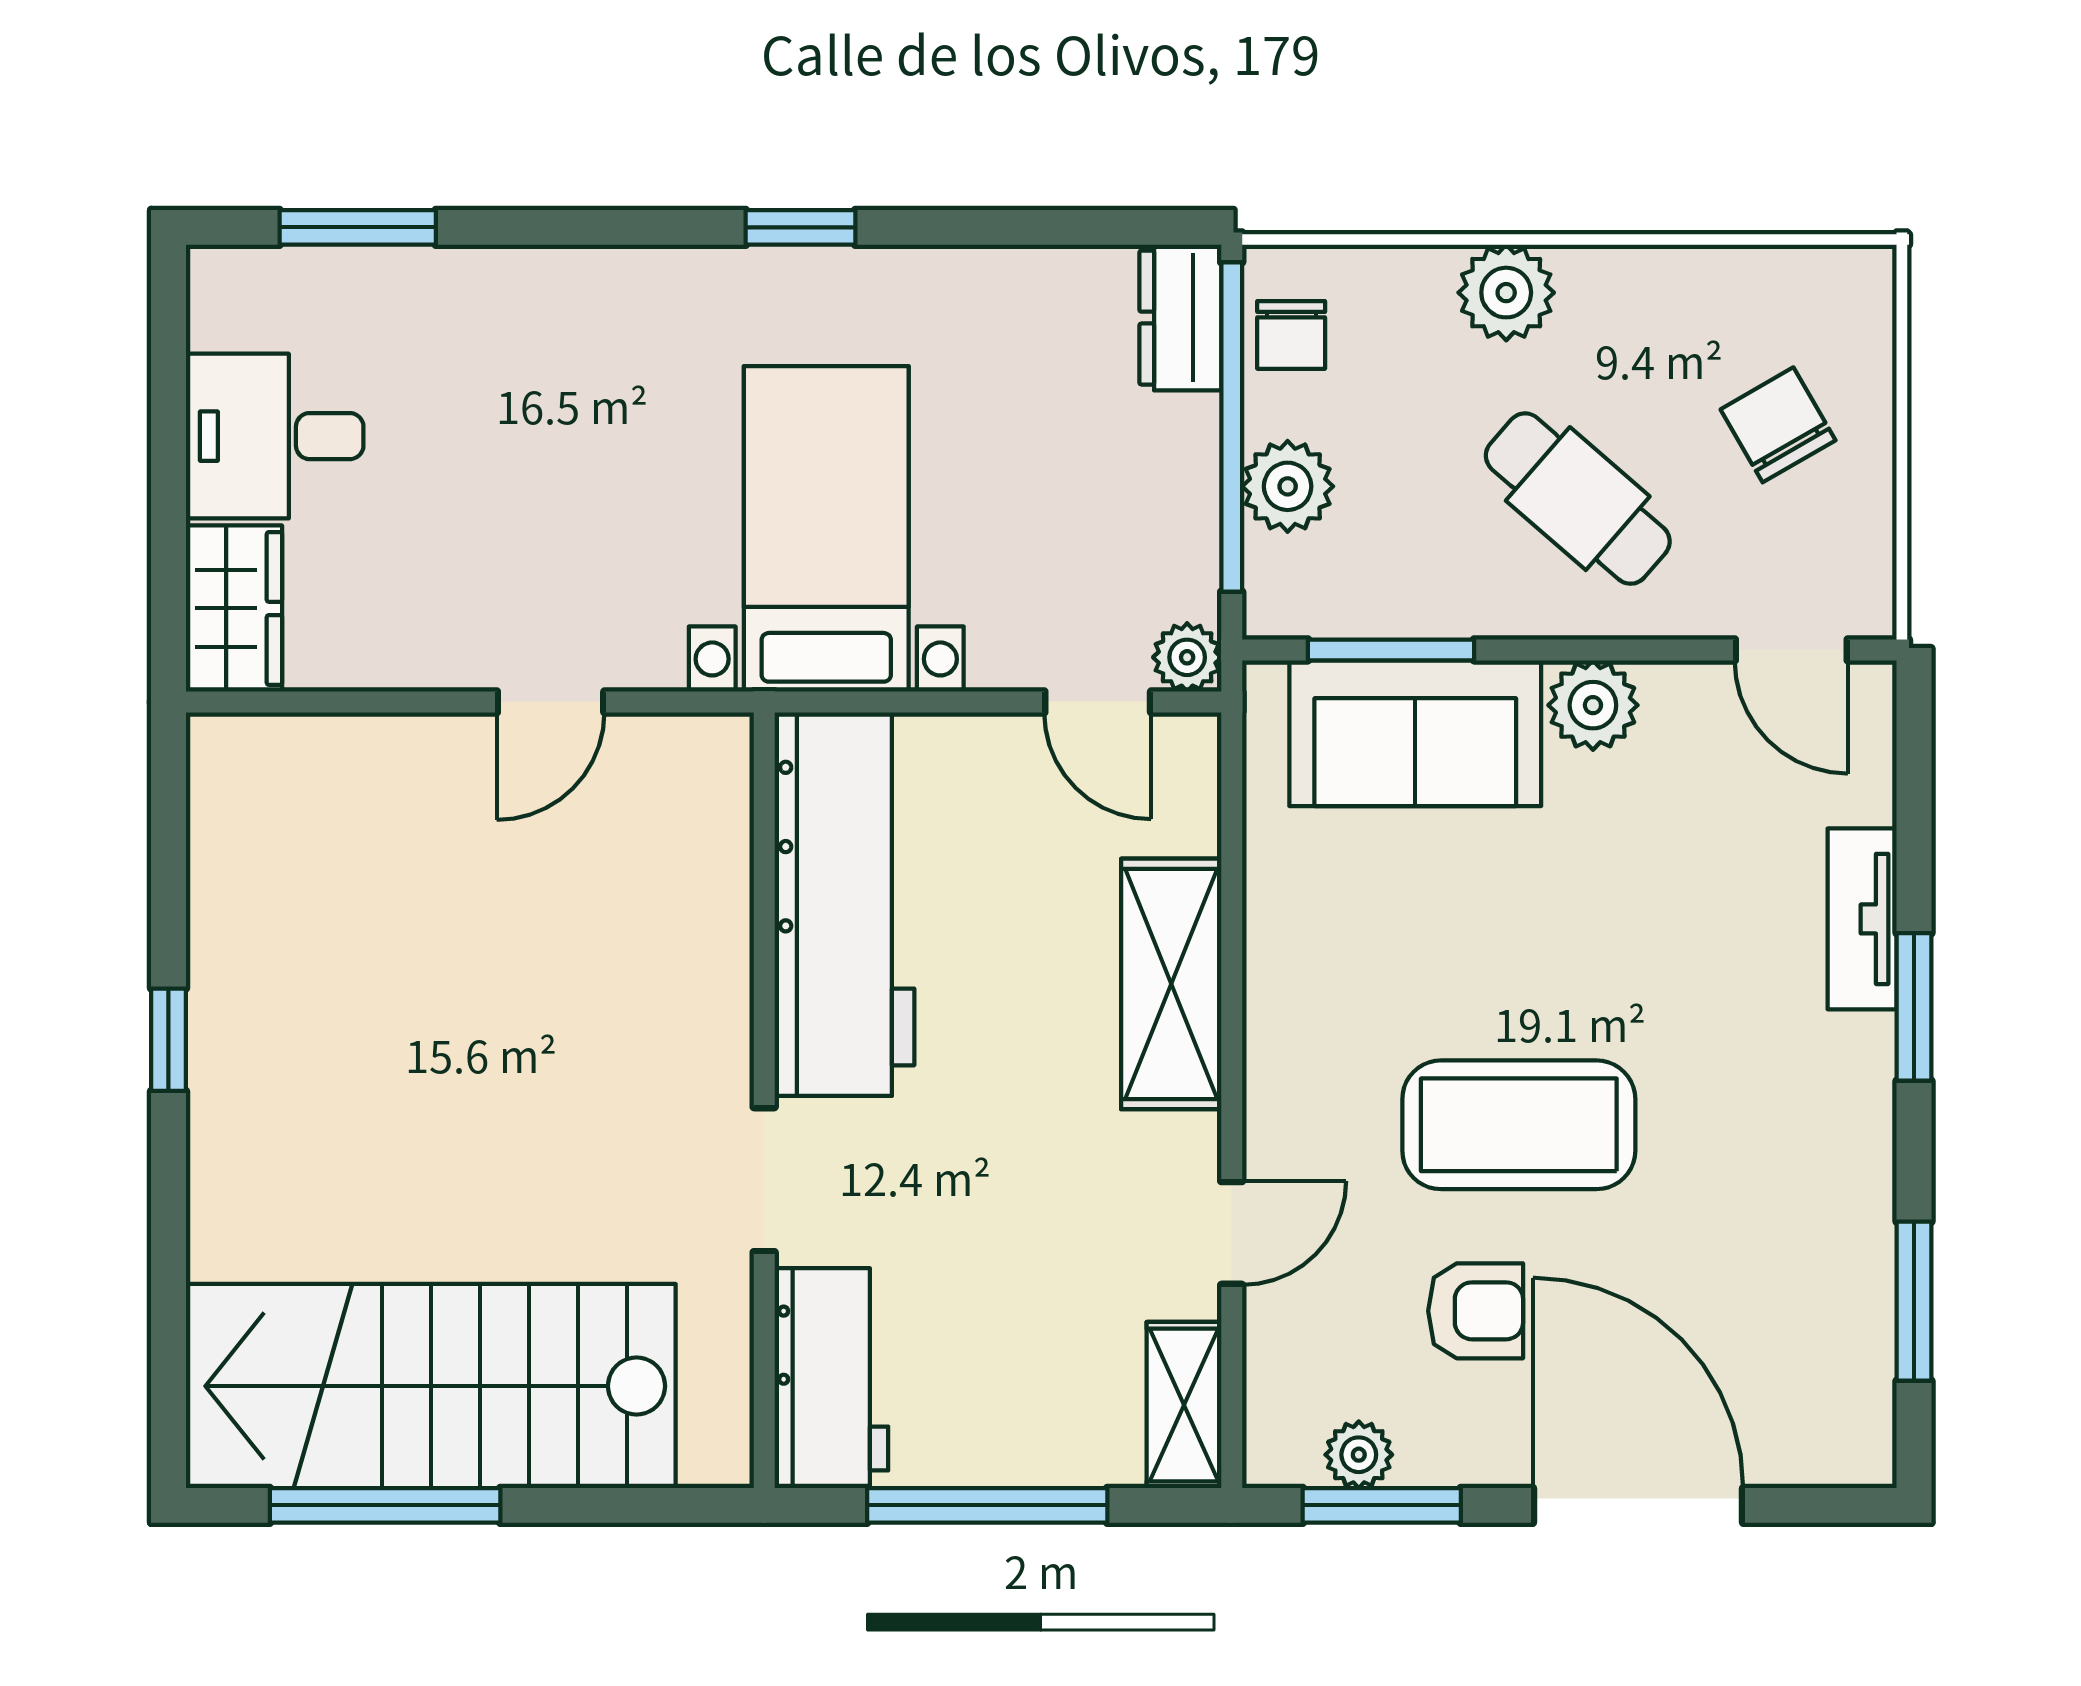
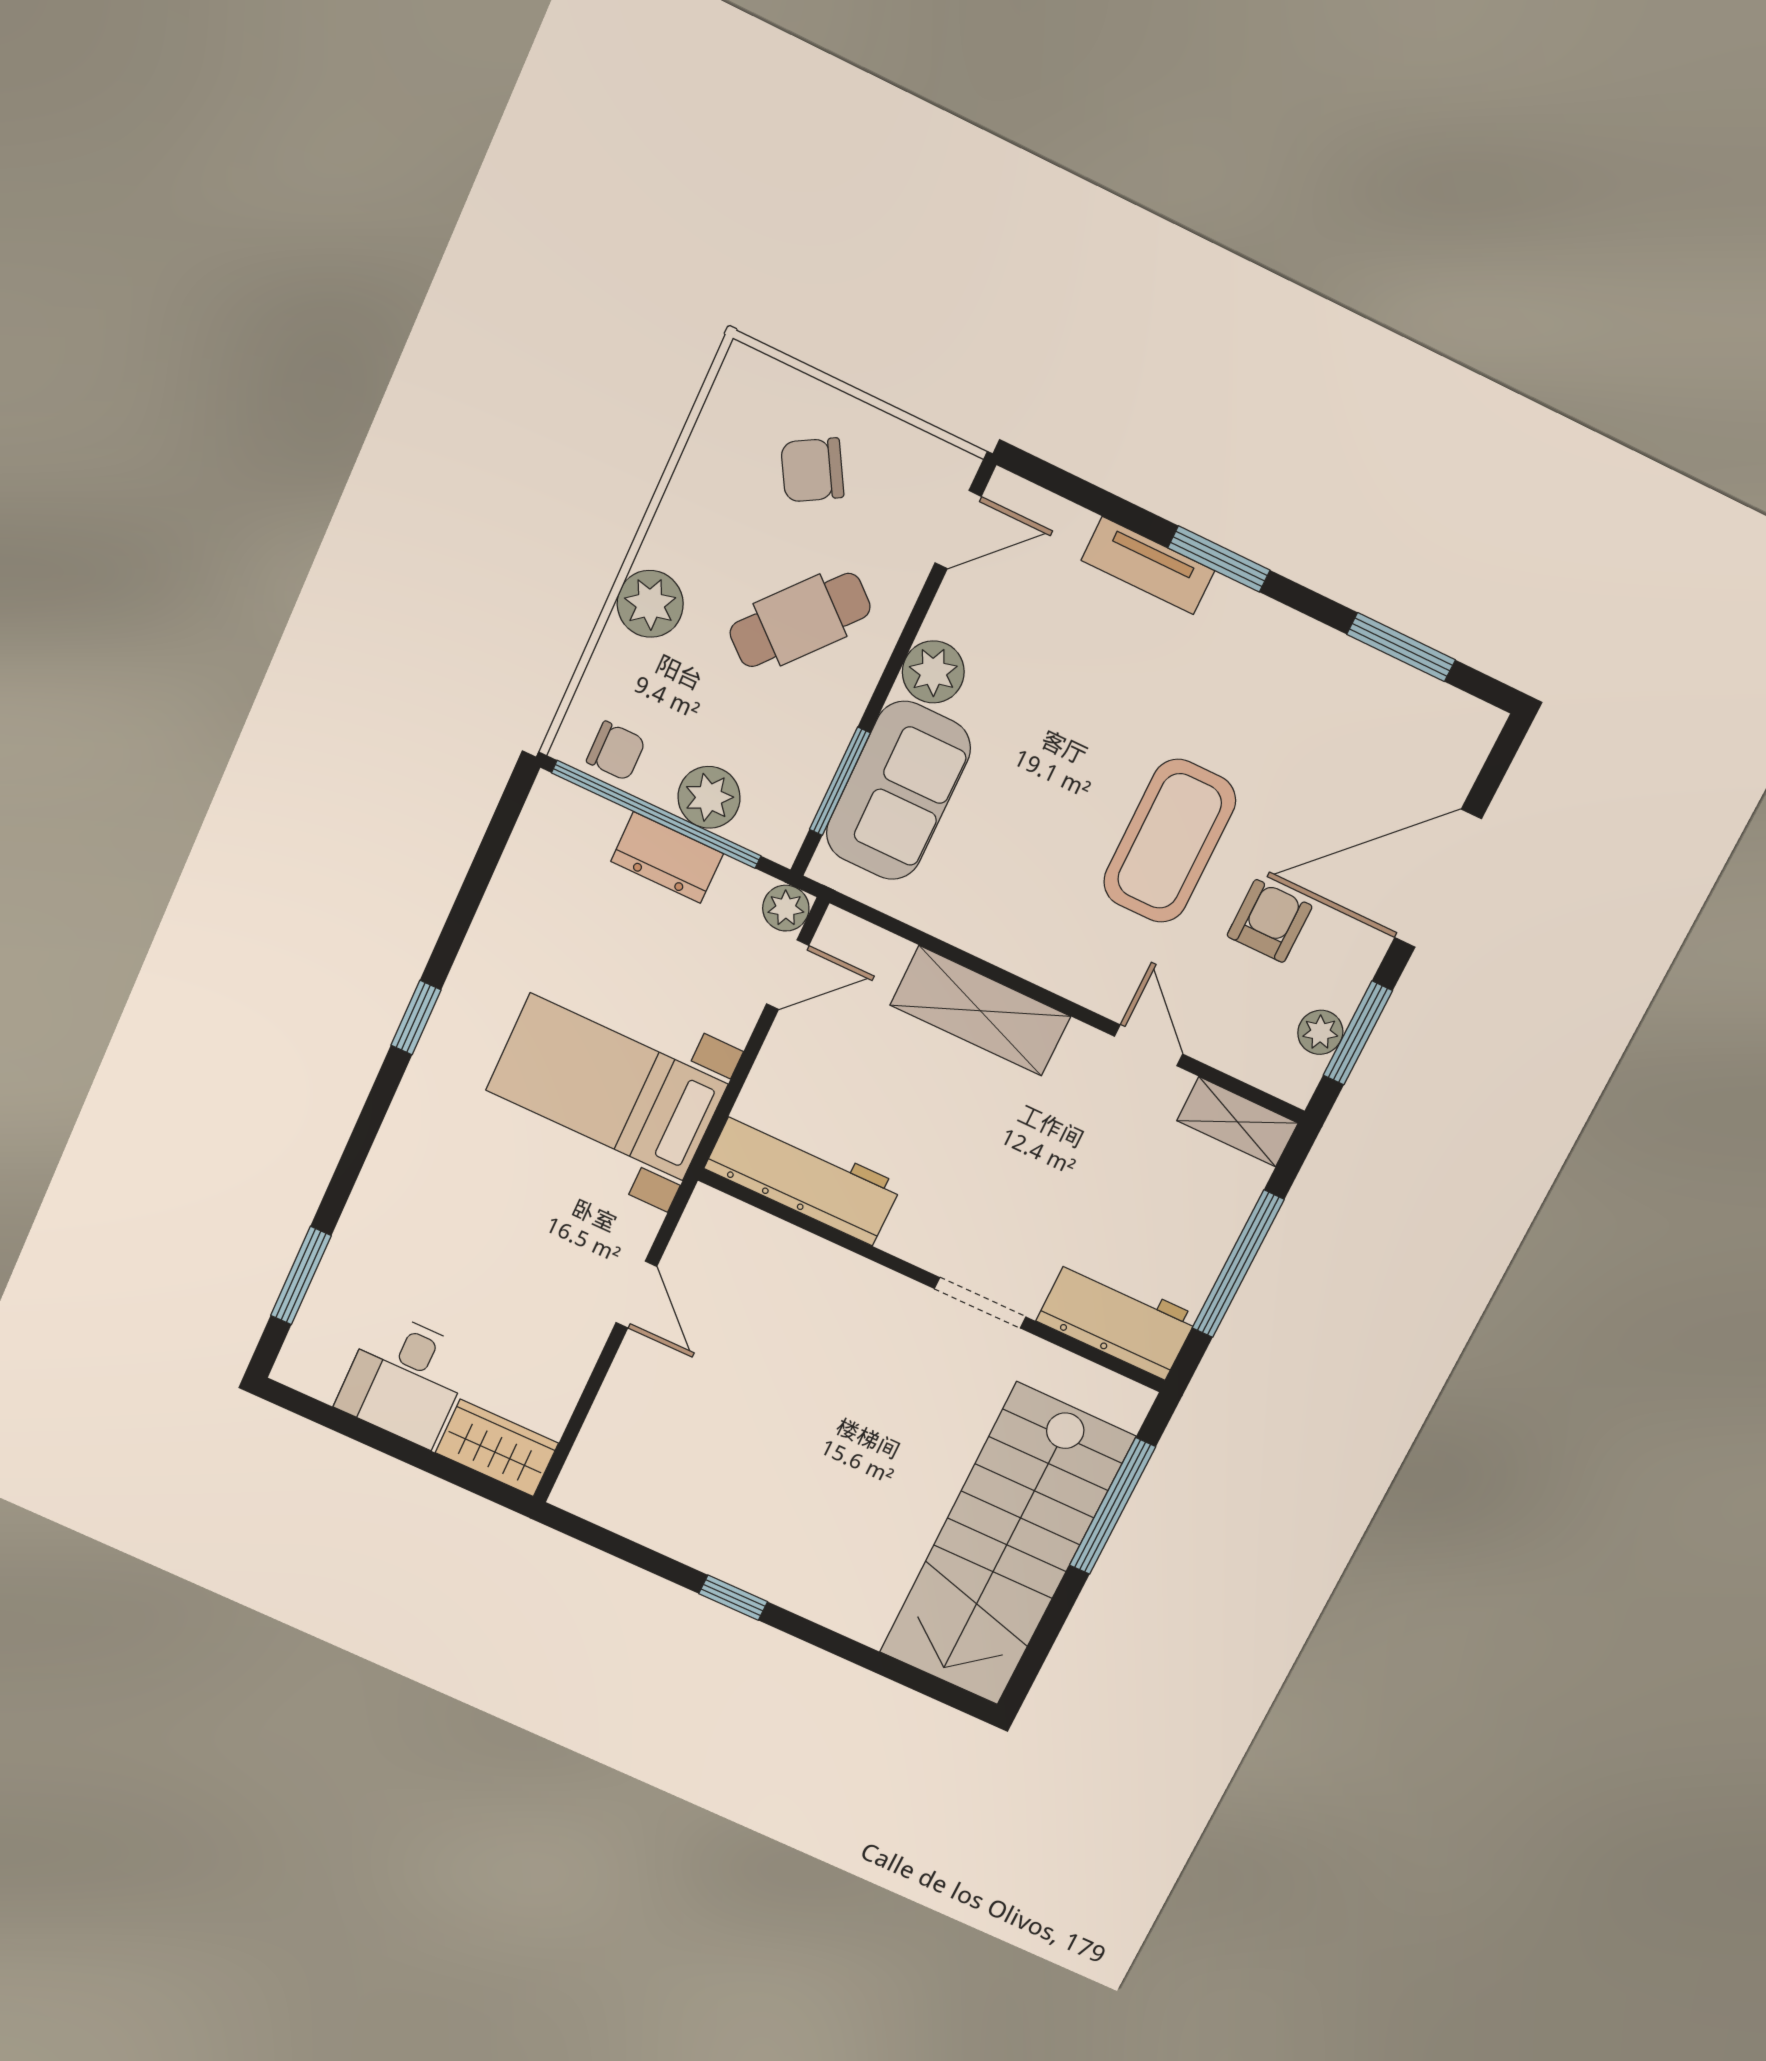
dresser: (1180, 318) -> (667, 858), moved
workbench: (844, 904) -> (803, 1177), width x0.73, depth x0.76
window: (385, 1505) -> (1112, 1506), moved

